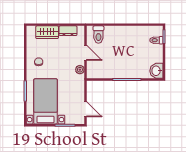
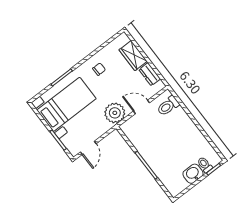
door: (86, 53) -> (142, 107), swing flipped
plant: (80, 70) -> (115, 113), width x1.88, depth x1.88
washbasin: (156, 71) -> (193, 174), moved

